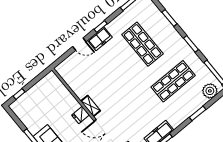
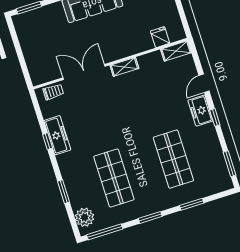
shop shelf: (142, 44) -> (173, 159), turned 90
shelving: (64, 74) -> (176, 51), added
fridge: (80, 115) -> (160, 37), moved

